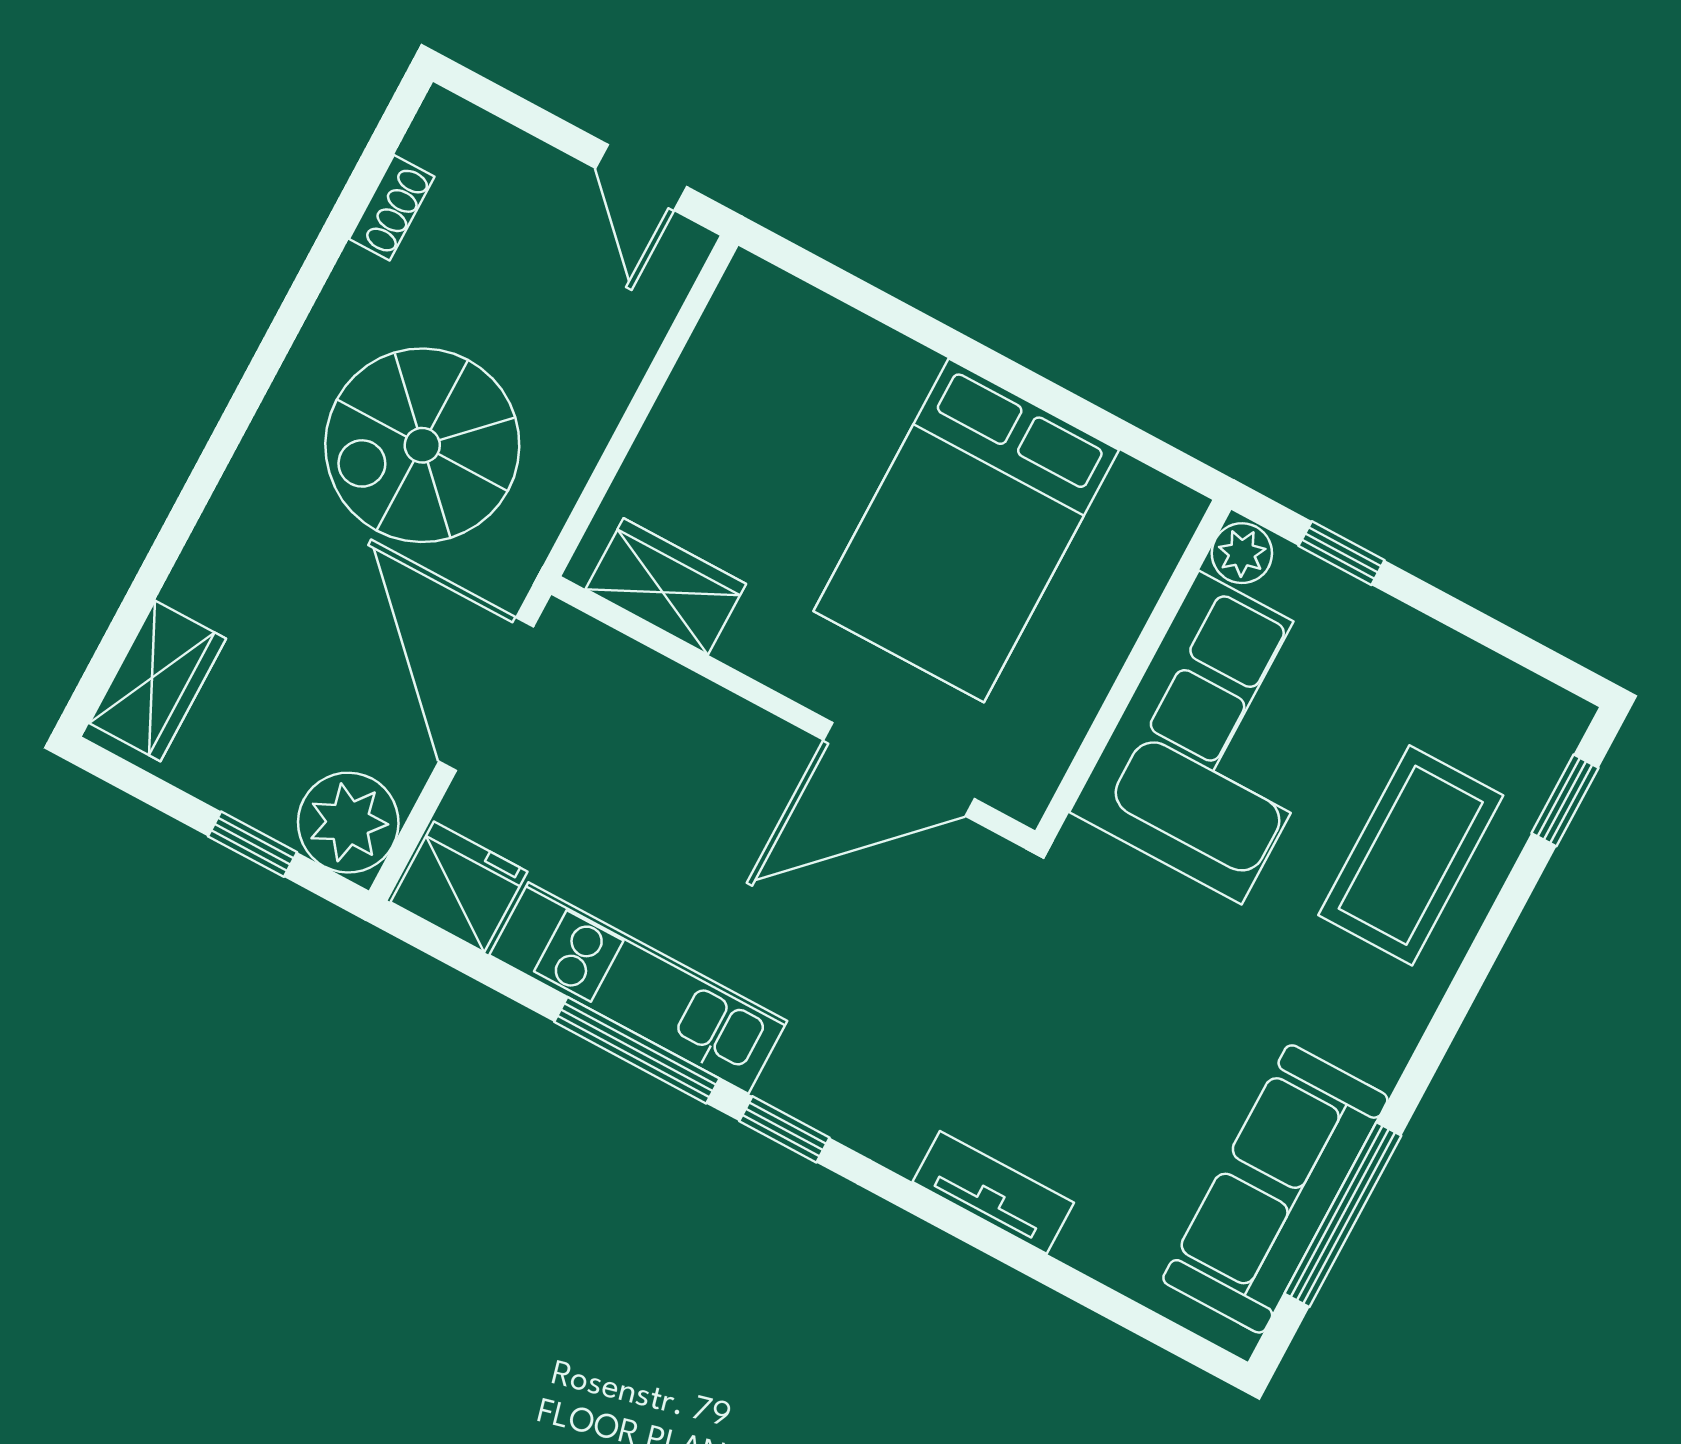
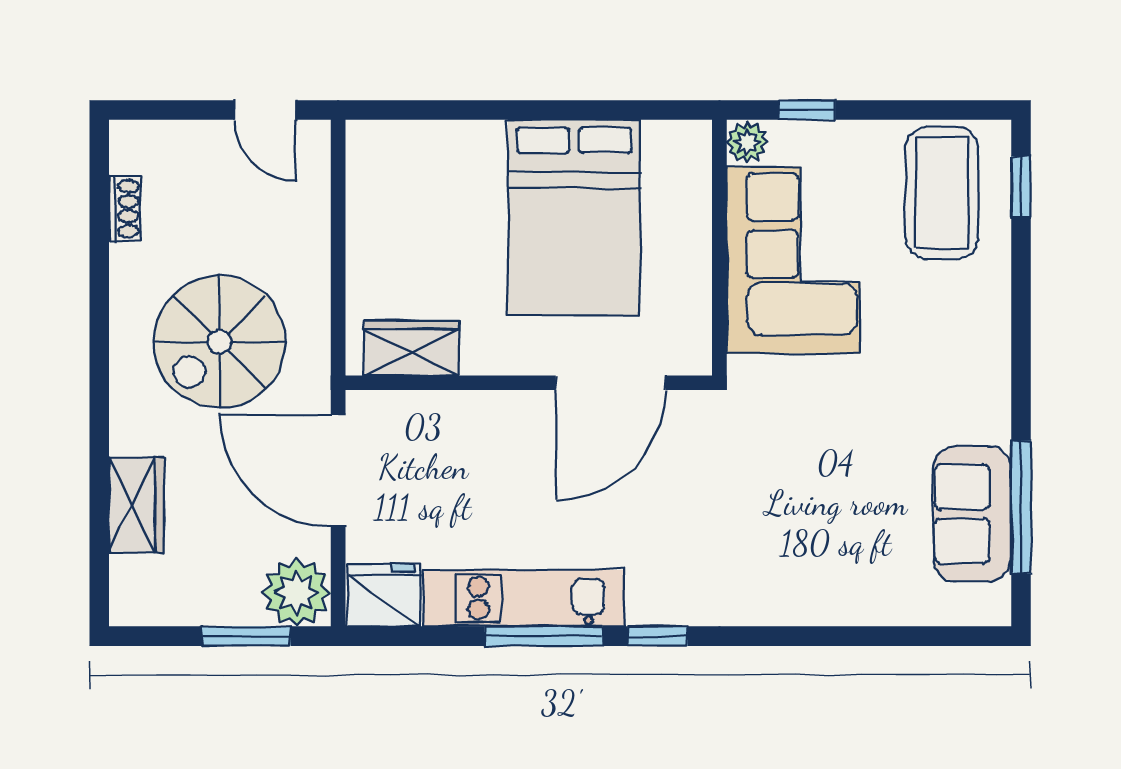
wardrobe: (158, 681) -> (137, 505), moved
window: (252, 844) -> (246, 636), width x1.50
coffee table: (1411, 855) -> (942, 193), moved
sofa: (1275, 1189) -> (972, 514), width x0.73
tv unit: (993, 1192) -> (804, 607), removed

